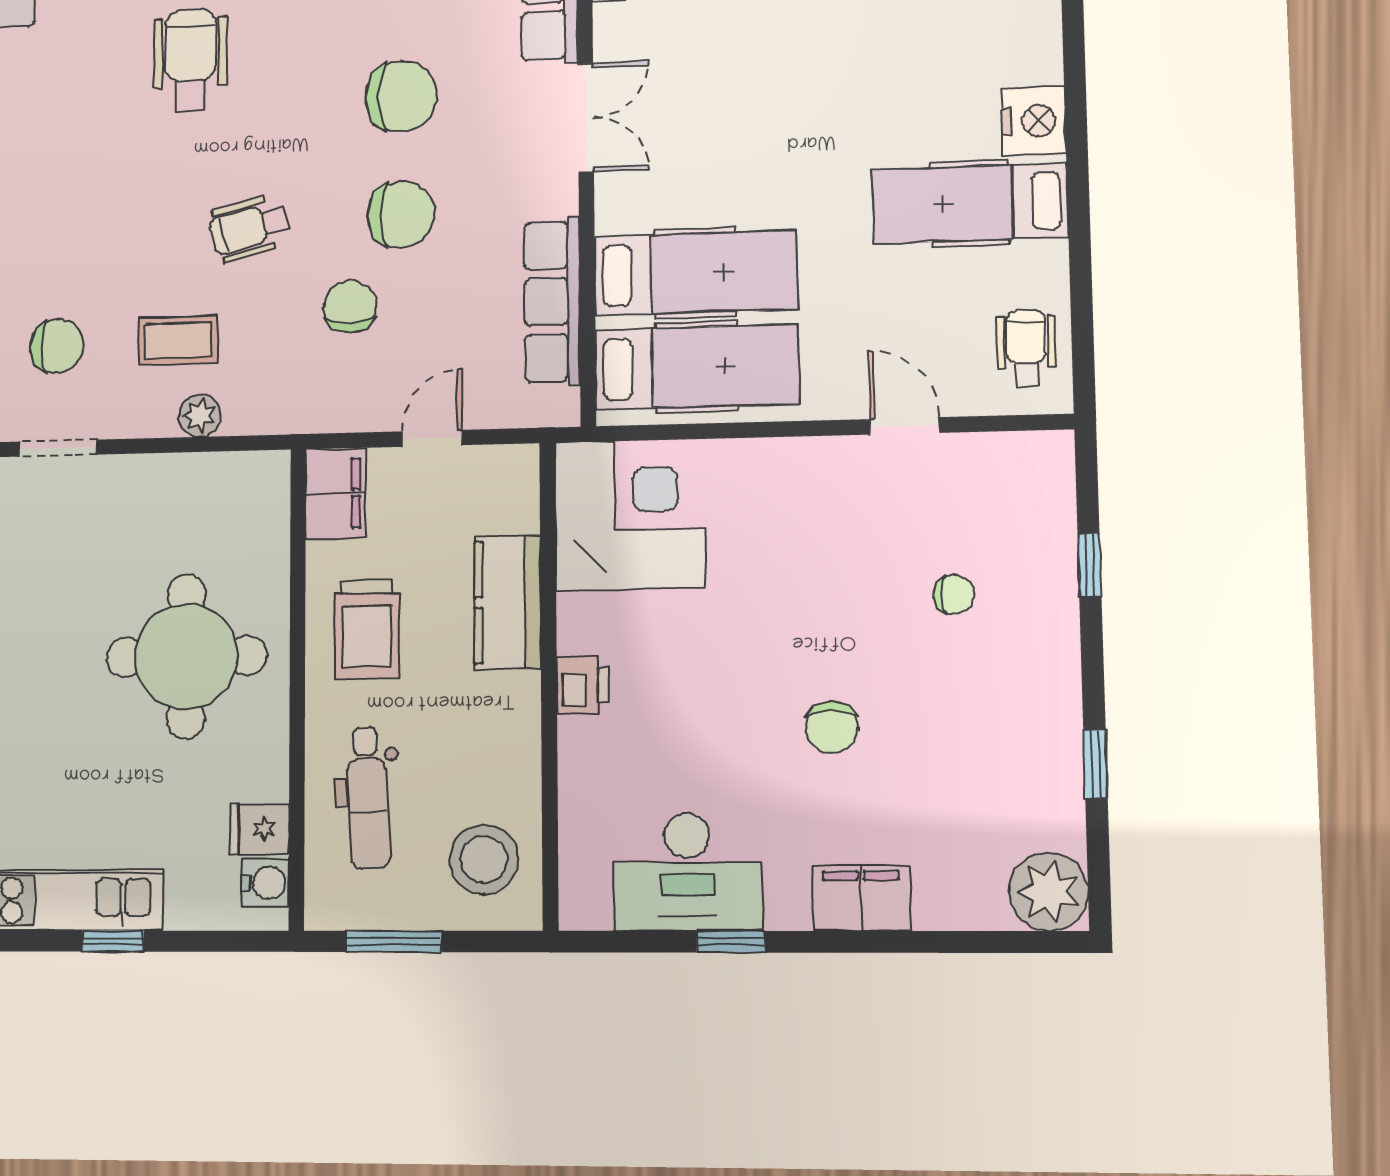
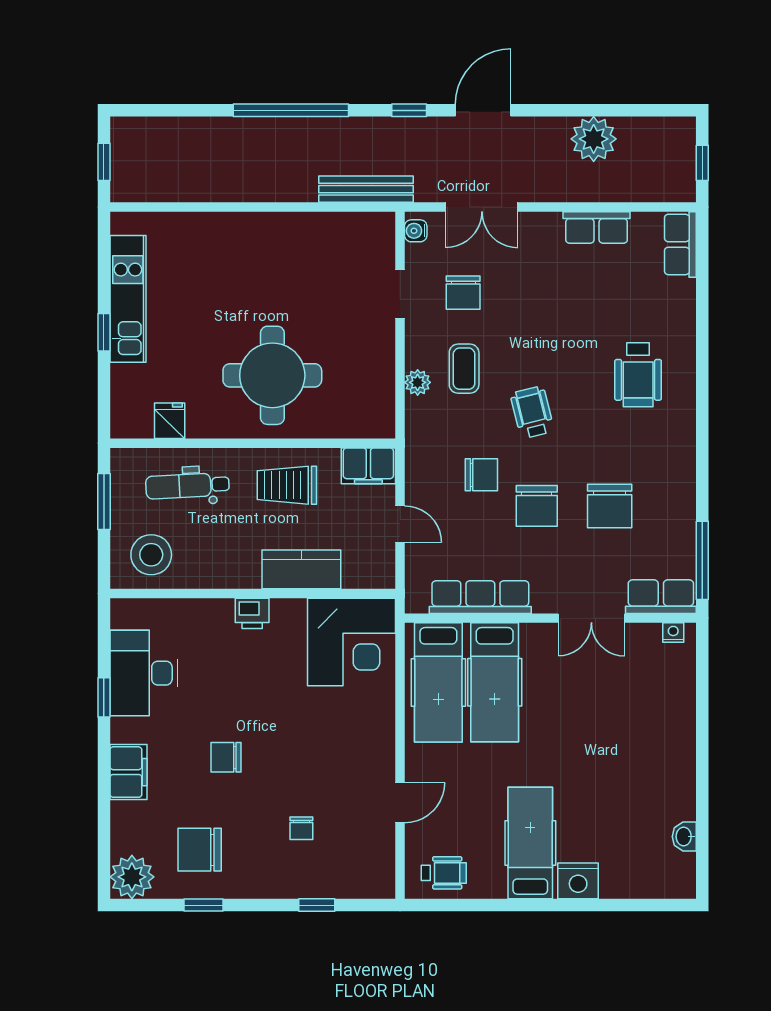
wheelchair: (190, 61) -> (638, 375), turned 90
chair: (996, 772) -> (200, 850), added
water cooler: (265, 883) -> (138, 425), removed

